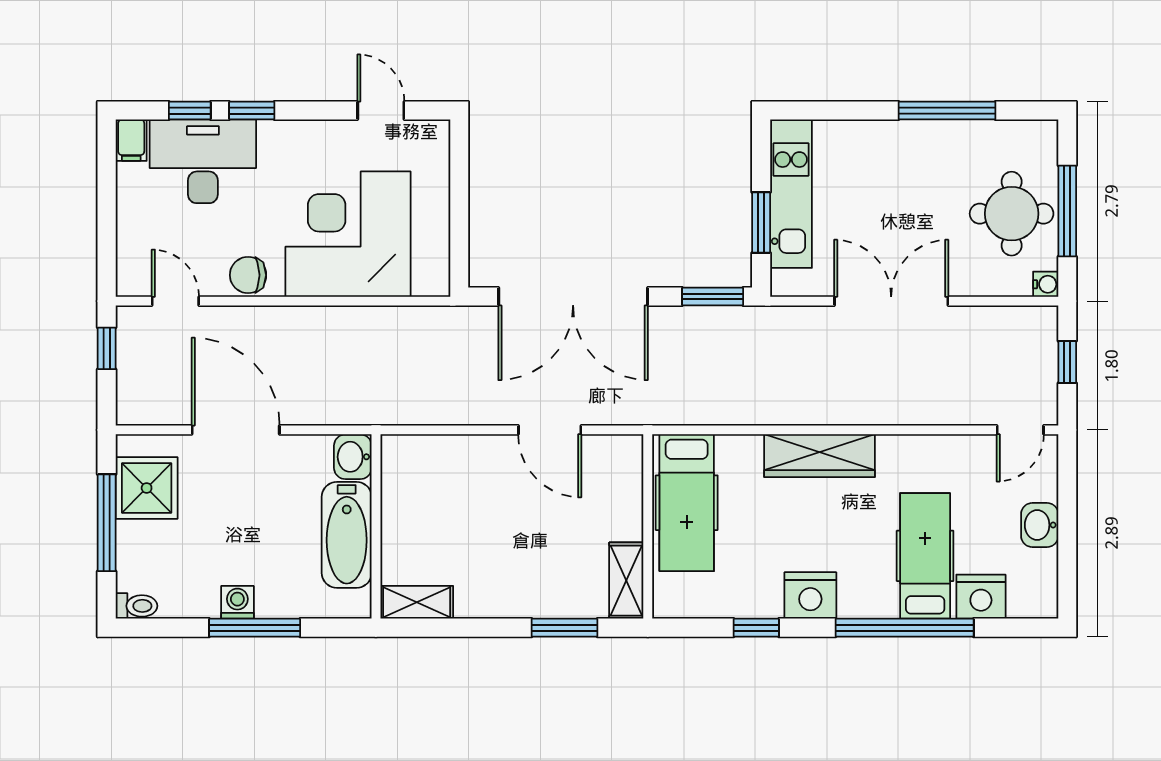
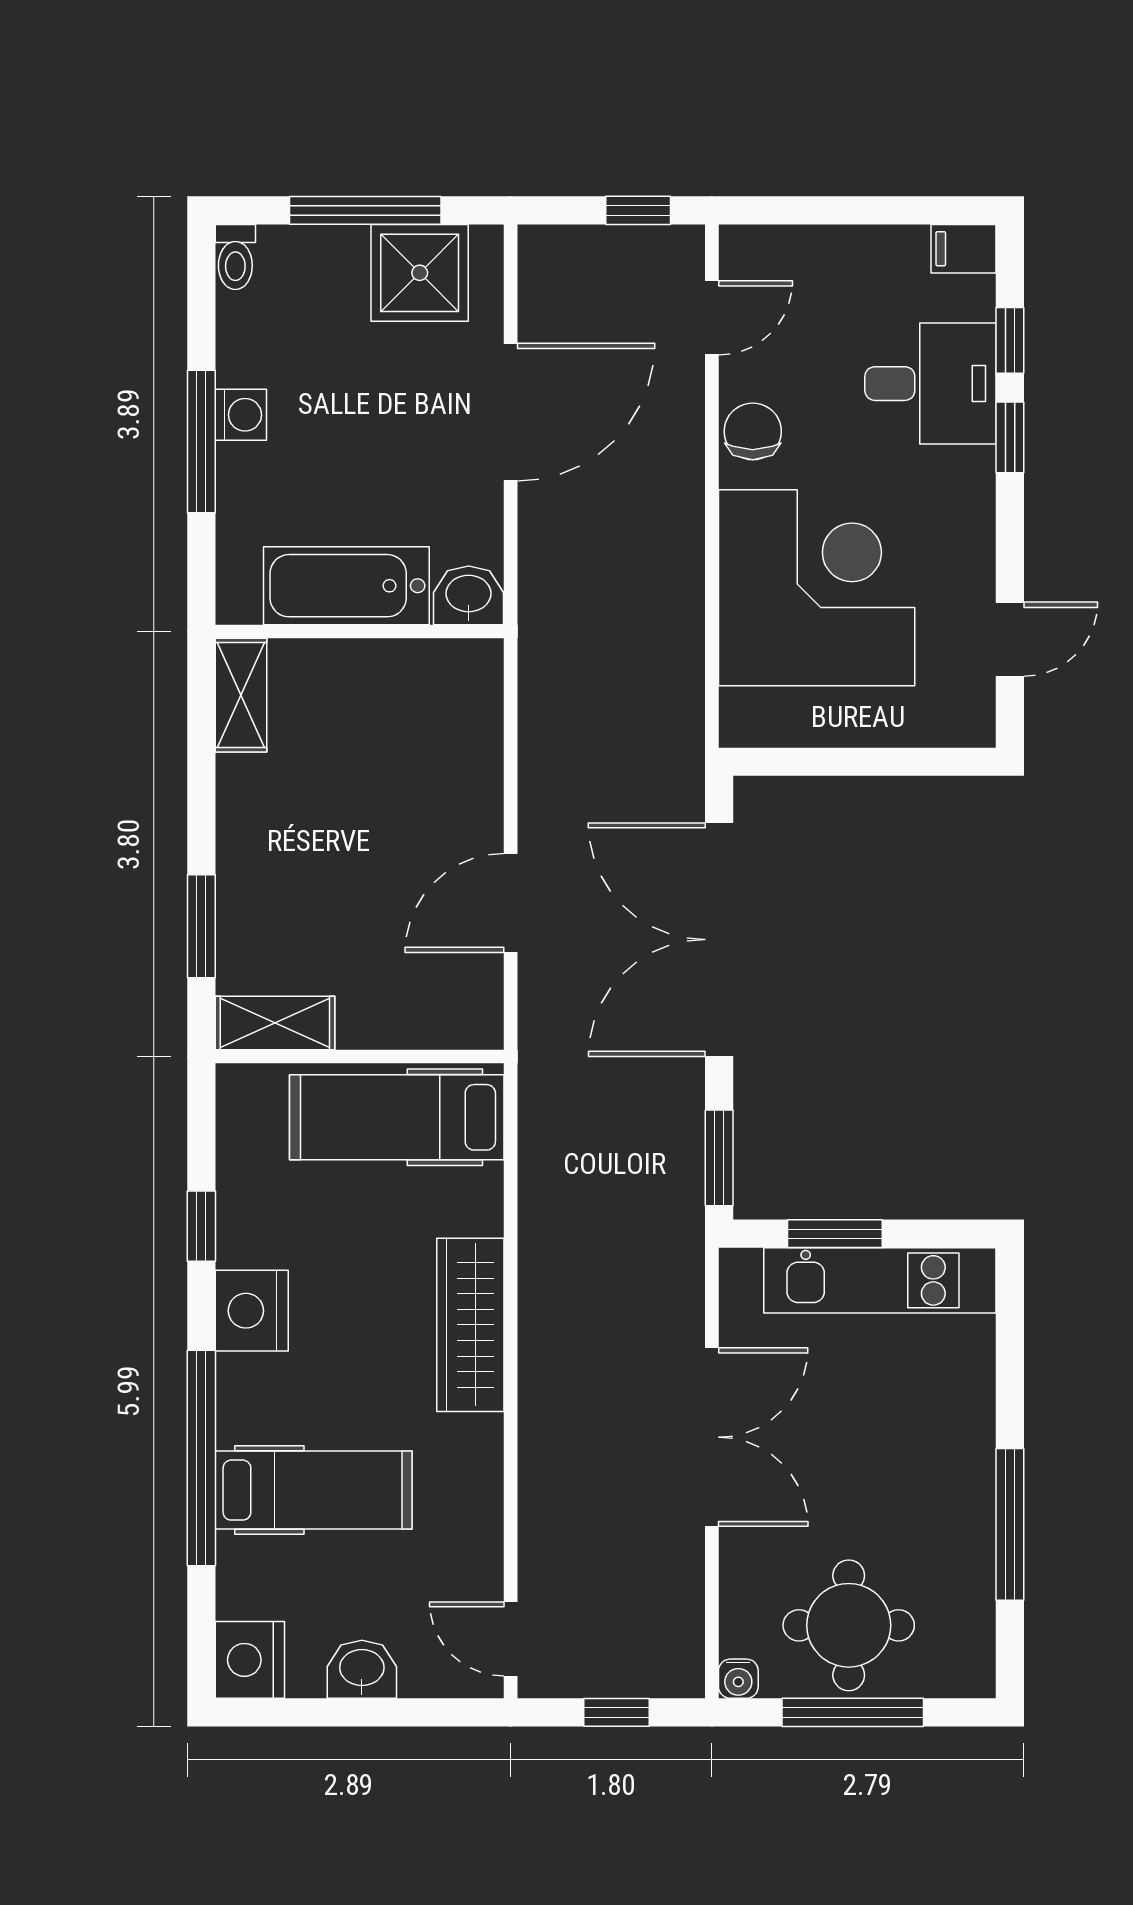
desk: (203, 161) -> (930, 384), width x0.73
nightstand: (981, 597) -> (250, 1660), moved

